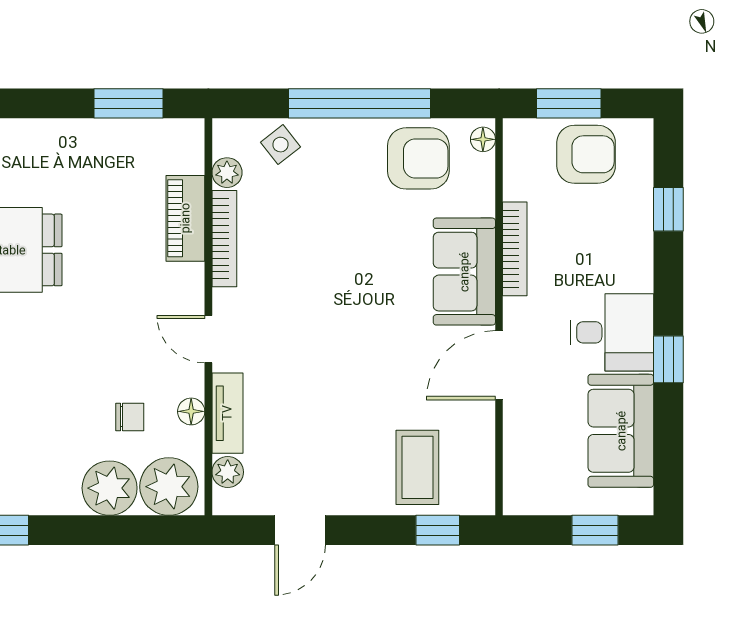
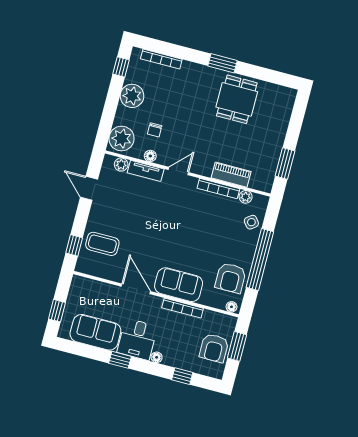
floor lamp: (641, 278) -> (157, 357), added
plant: (110, 488) -> (132, 96), moved

